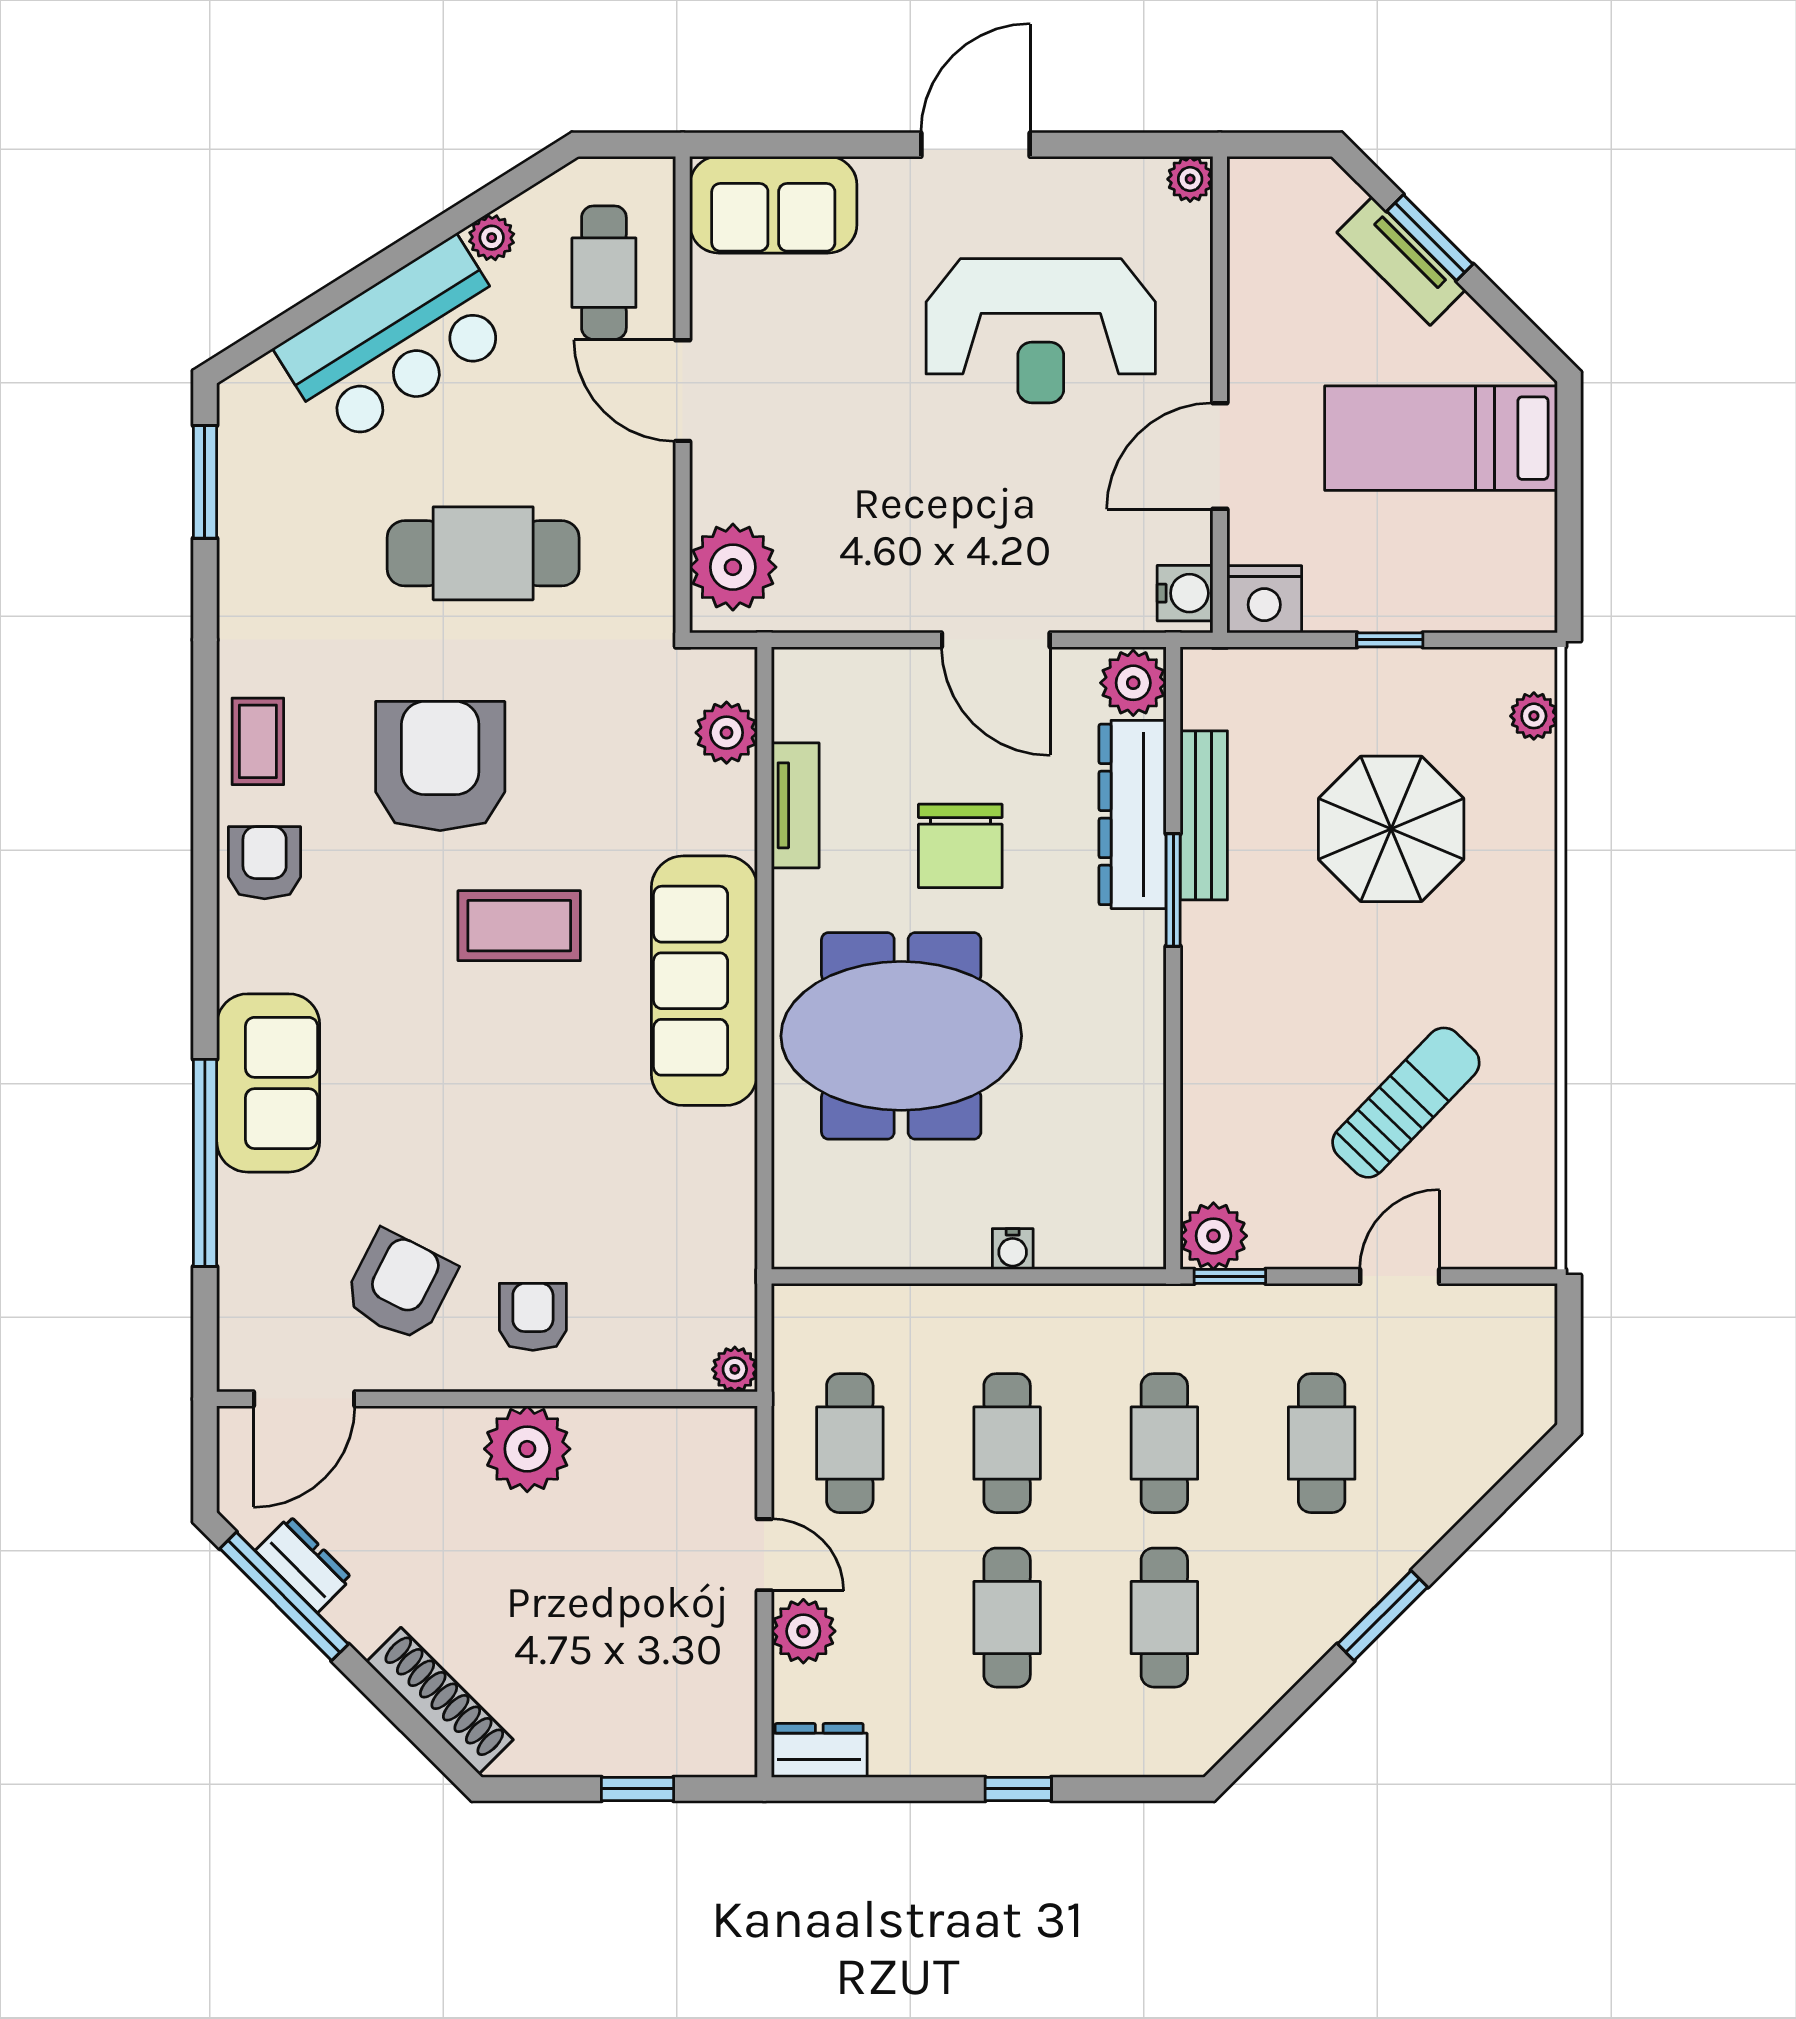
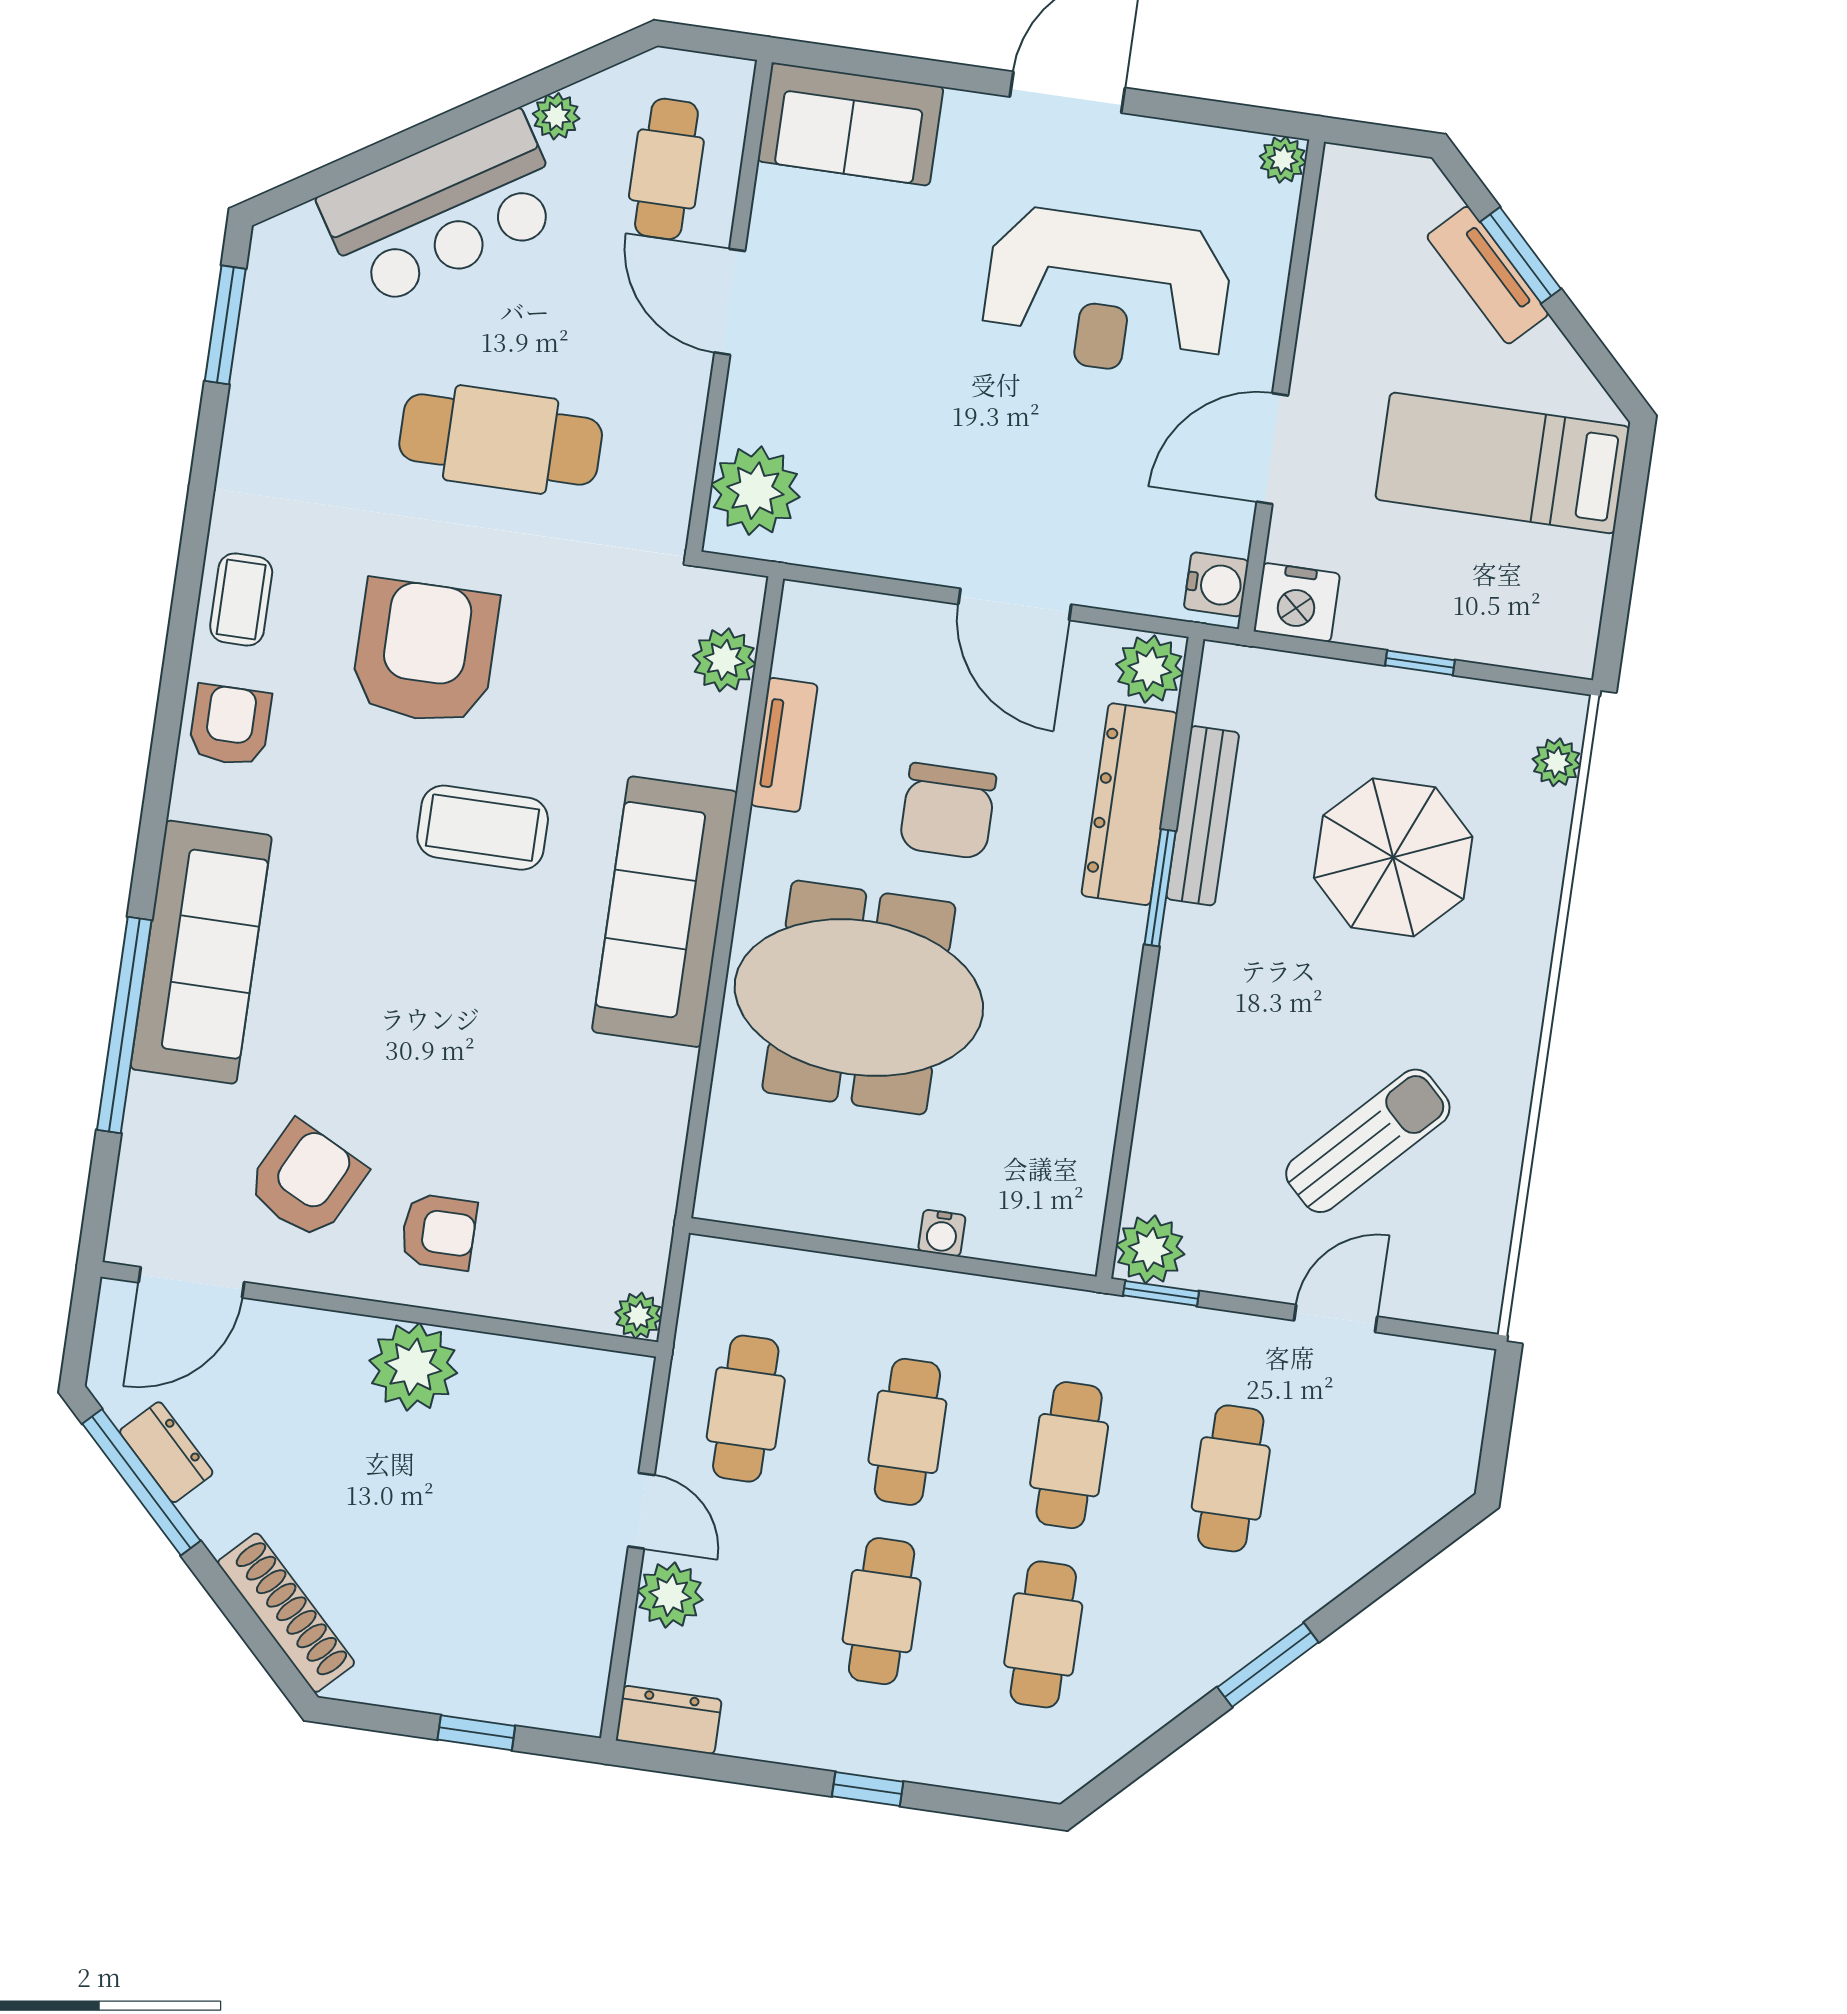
sofa: (268, 1083) -> (201, 952), width x1.36
armchair: (533, 1317) -> (439, 1232), turned 90

